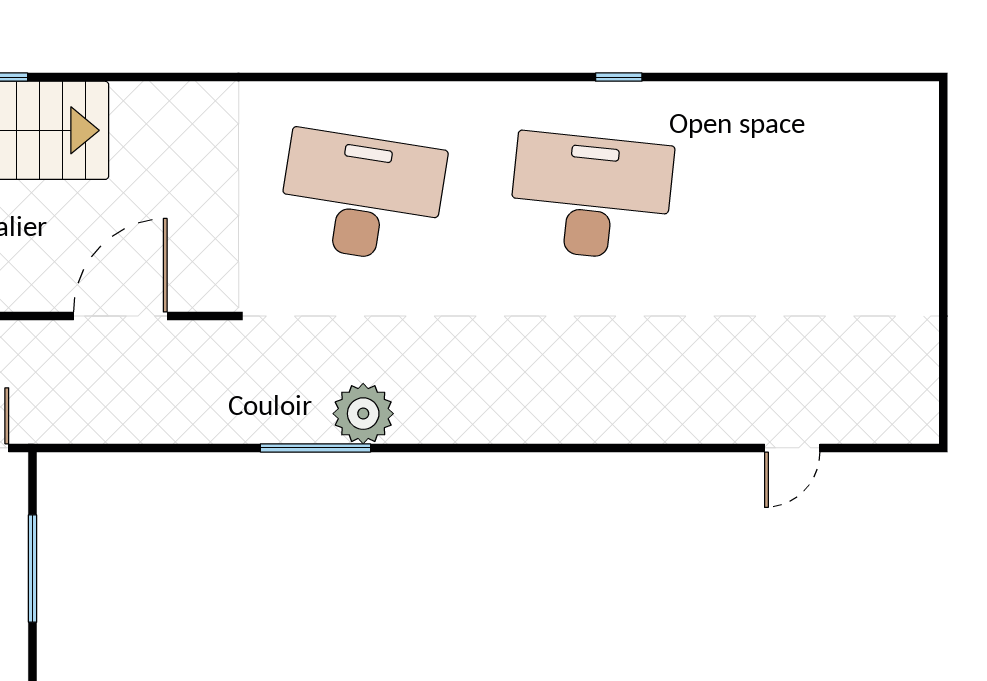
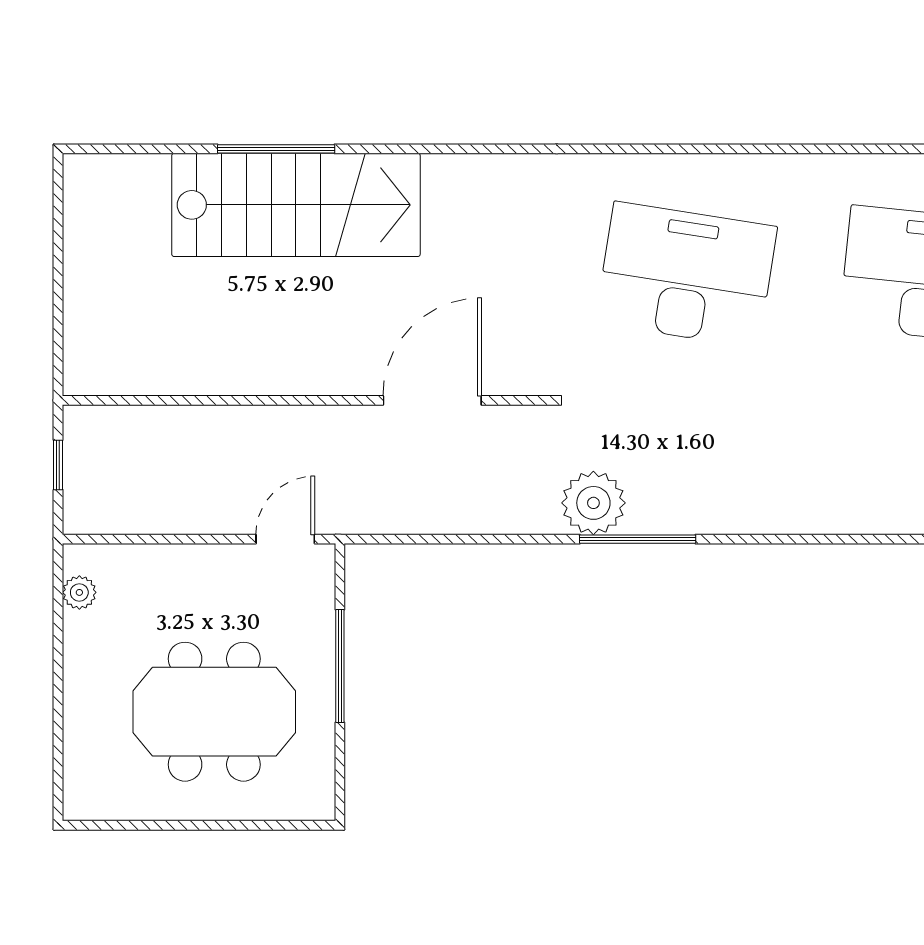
plant: (363, 414) -> (593, 503), moved

